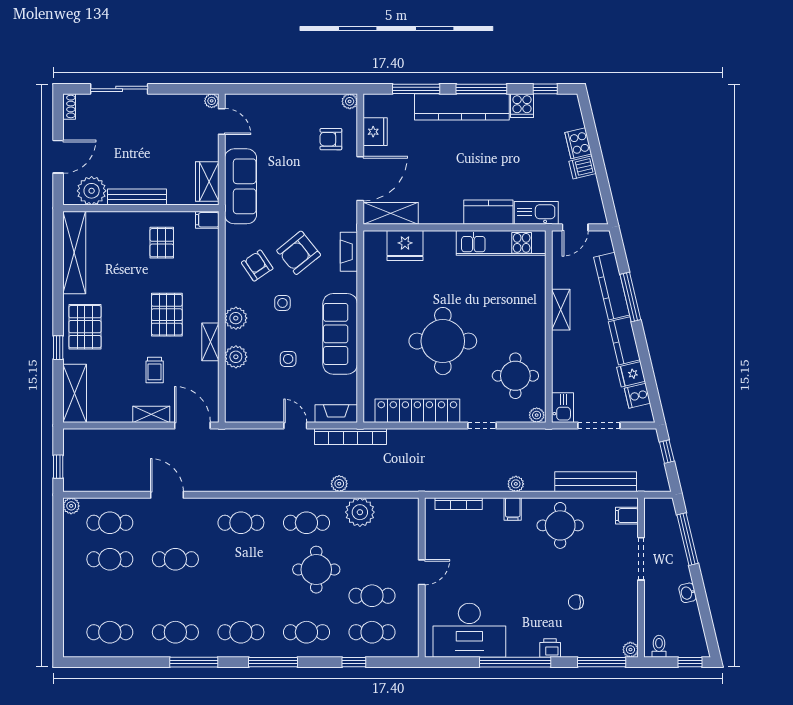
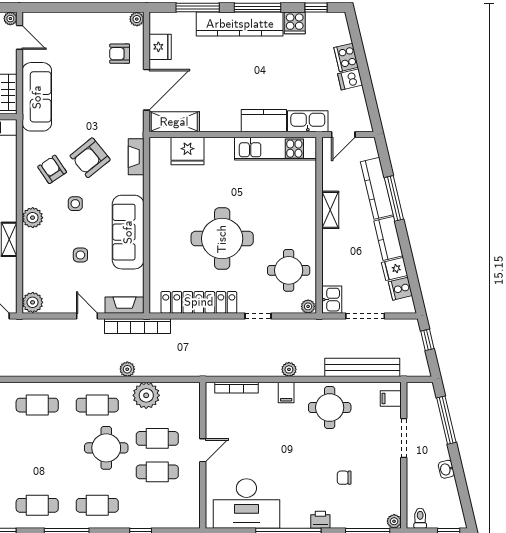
plant: (236, 357) -> (33, 302), moved
cafe table: (372, 632) -> (157, 438), moved

